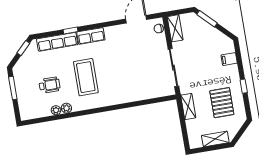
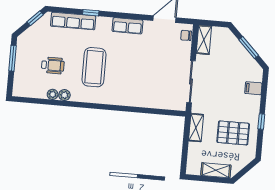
window: (207, 19) -> (249, 48), moved
row of seats: (91, 36) -> (128, 26), moved
pallet: (222, 103) -> (233, 133), turned 90

